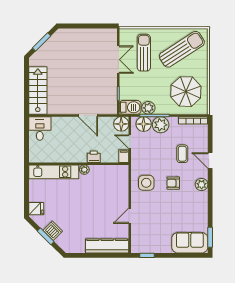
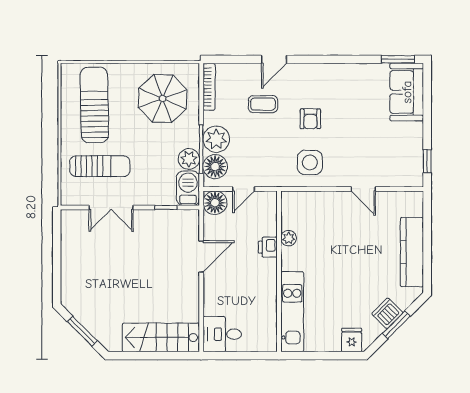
sun lounger: (182, 49) -> (94, 105), turned 32
sun lounger: (144, 53) -> (100, 166), turned 180
double door: (118, 60) -> (111, 207), swing flipped
filing cabinet: (124, 156) -> (267, 199), removed
plant: (84, 170) -> (289, 238), moved
plant: (202, 184) -> (313, 73), removed
kitchen counter: (107, 246) -> (412, 252), moved

